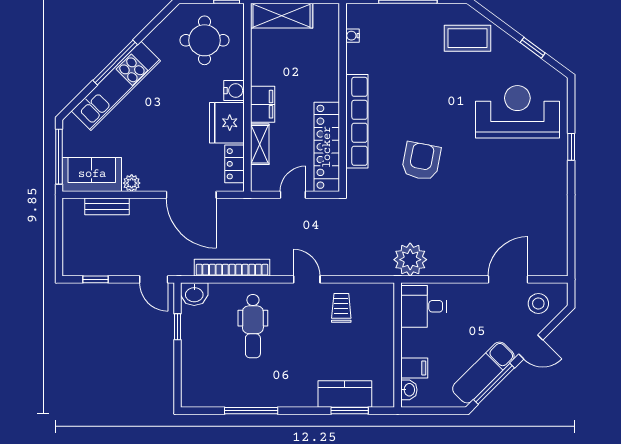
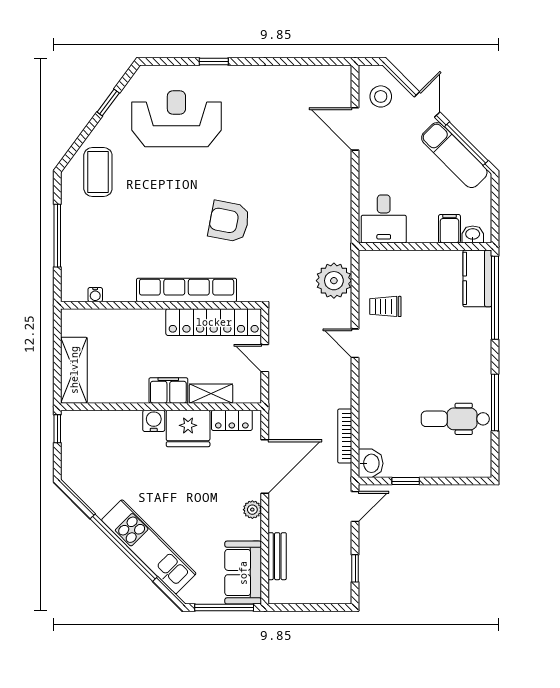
round table: (204, 40) -> (100, 452), removed
window: (115, 62) -> (124, 548), width x1.46
reception desk: (517, 112) -> (176, 119), turned 90
plant: (132, 183) -> (252, 510), moved
plant: (410, 260) -> (334, 281), moved
bookcase: (232, 268) -> (345, 436), width x0.68, depth x0.76
door: (307, 279) -> (355, 343), hinge flipped
dental chair: (253, 326) -> (455, 419), moved, turned 180
kitchen counter: (345, 394) -> (477, 278), moved
window: (350, 411) -> (495, 298), width x2.11

